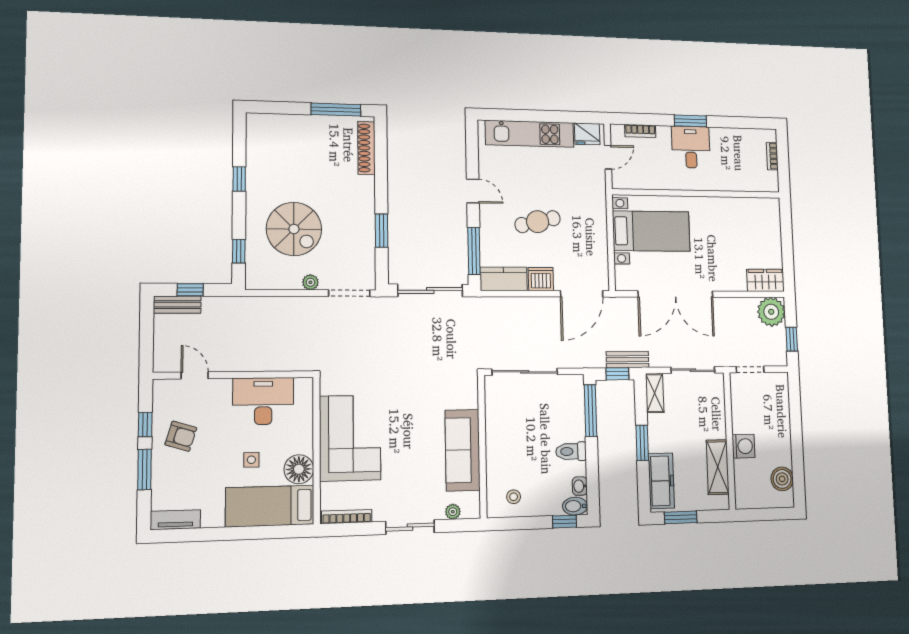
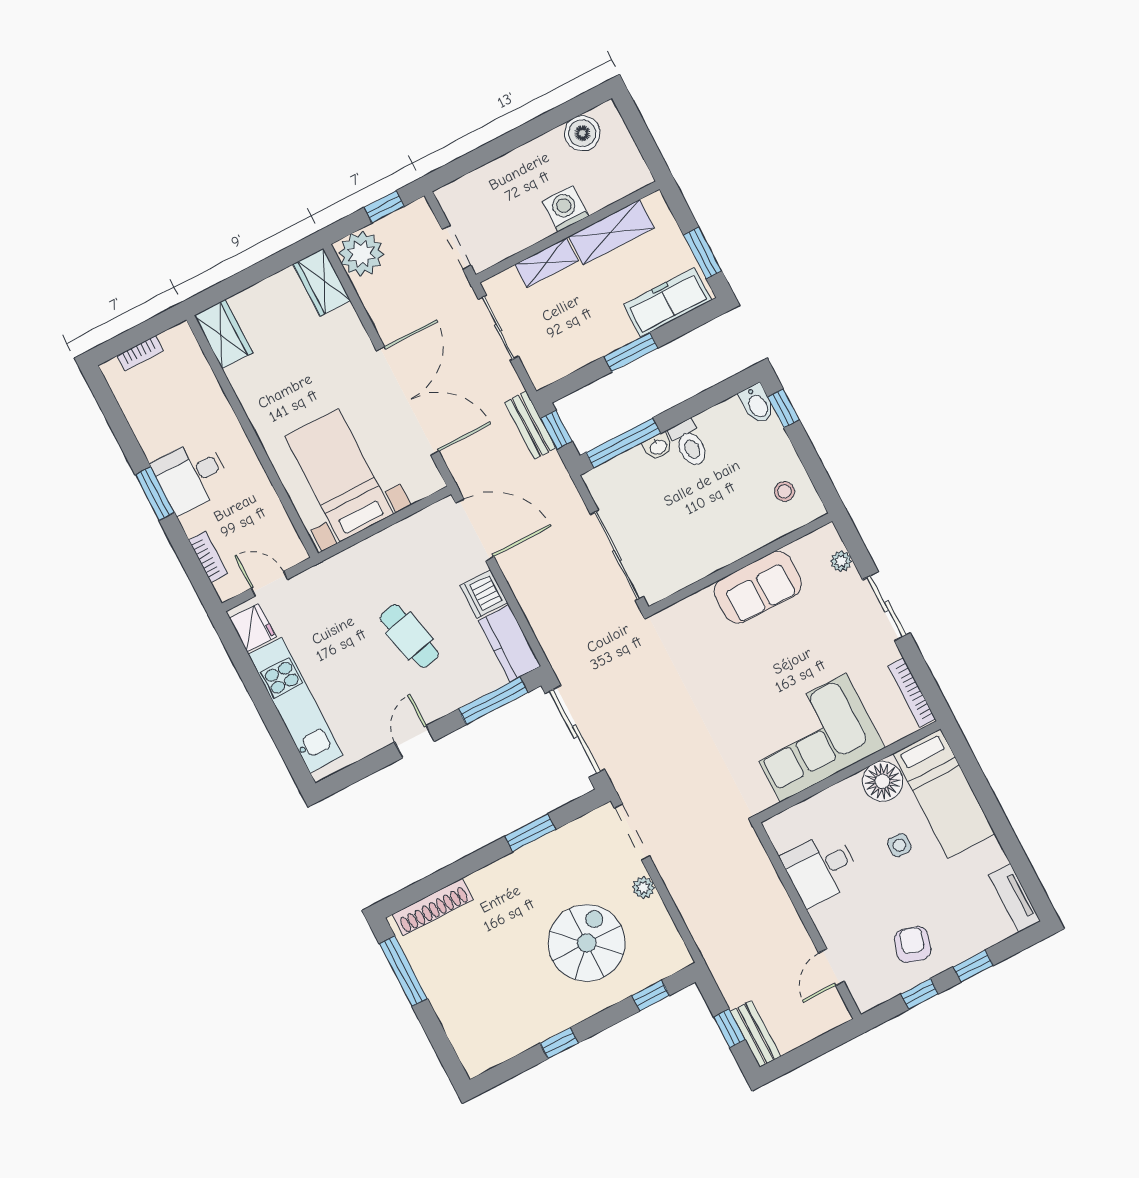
wardrobe: (762, 209) -> (223, 334), added
shelving: (655, 393) -> (546, 263), moved
desk: (263, 401) -> (821, 868), width x0.73
sofa: (463, 450) -> (758, 587), width x0.73
window: (145, 469) -> (973, 966), width x0.67
washbasin: (580, 486) -> (658, 447), moved

